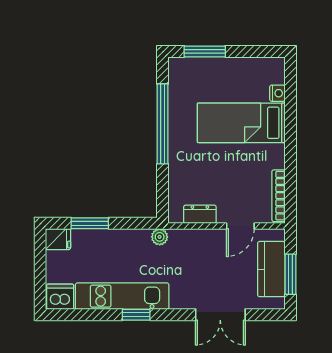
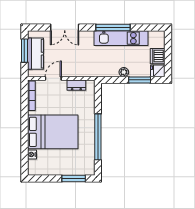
bed: (241, 123) -> (53, 132), width x1.50
plant: (160, 237) -> (124, 72), moved
dishwasher: (60, 297) -> (158, 56), moved, turned 90
window: (136, 315) -> (113, 27), width x2.17
double door: (220, 315) -> (65, 27), swing flipped

